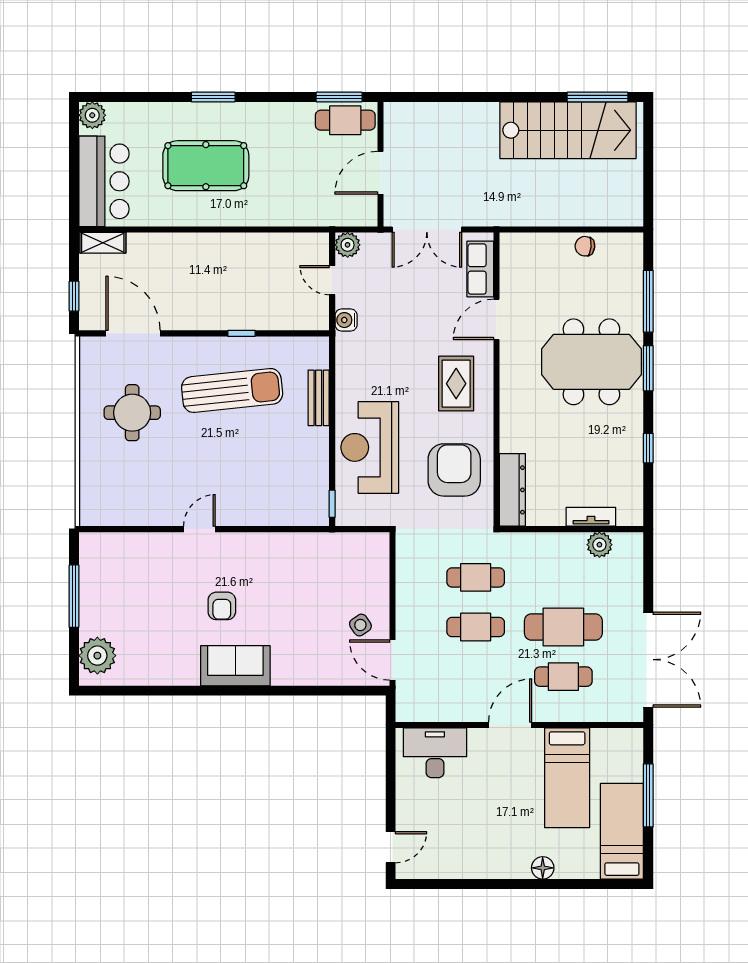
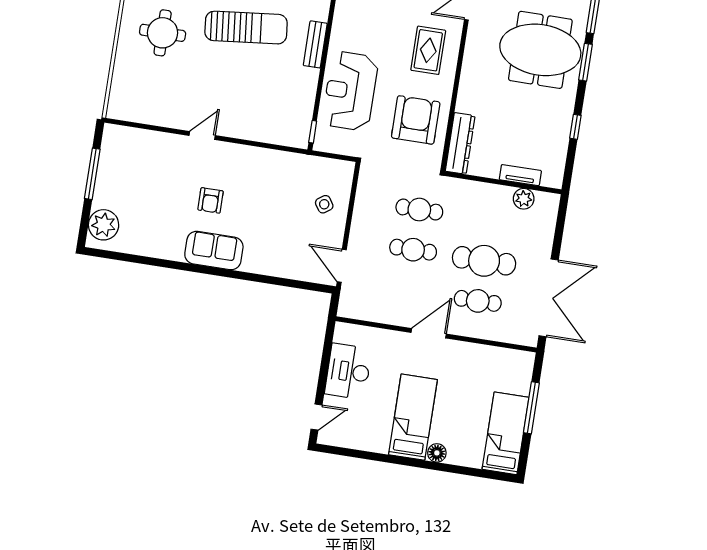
side table: (360, 625) -> (324, 204), moved
desk: (435, 753) -> (348, 371), moved, turned -90
bed: (567, 778) -> (413, 417), moved, turned 180

